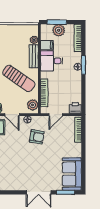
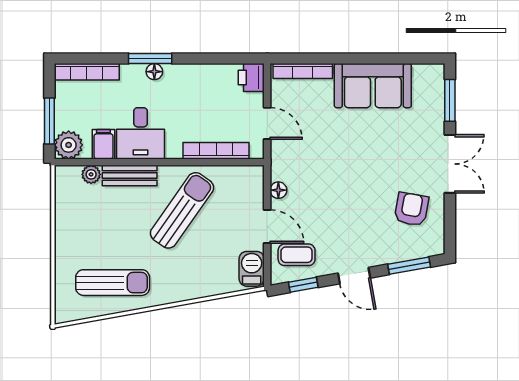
plant: (59, 30) -> (69, 145), moved
plant: (33, 105) -> (244, 178), removed
door: (12, 115) -> (267, 227), hinge flipped
armchair: (37, 137) -> (411, 209), moved
sofa: (72, 174) -> (373, 86), moved

